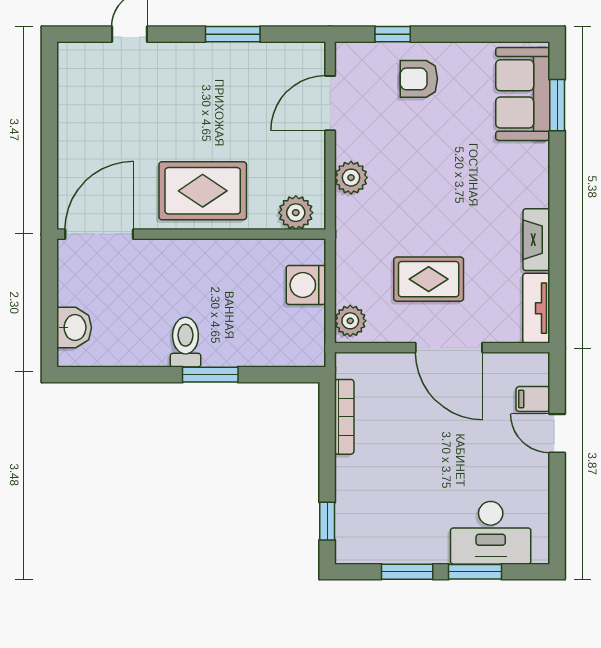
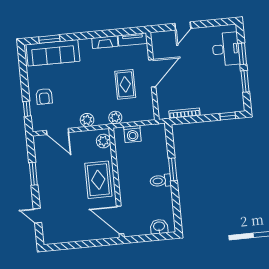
sofa: (523, 94) -> (53, 53), width x1.36
plant: (350, 321) -> (115, 117), moved
filing cabinet: (533, 399) -> (170, 37), removed

